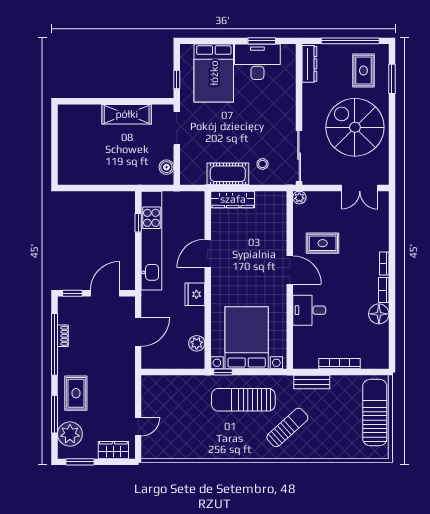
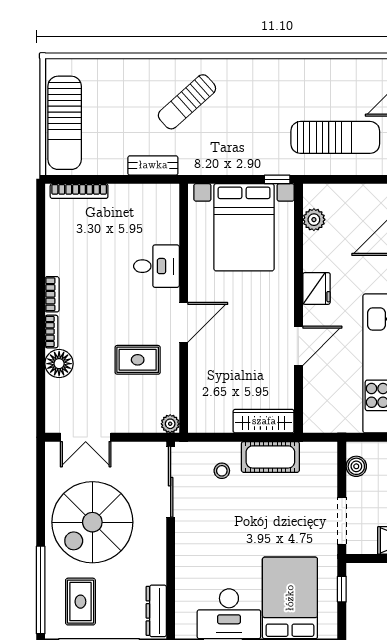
window: (392, 79) -> (41, 590), width x2.11
spiral stairs: (355, 127) -> (92, 522), turned 90
double door: (360, 188) -> (86, 437), swing flipped
door: (290, 270) -> (184, 322), swing flipped
floor lamp: (379, 314) -> (59, 364), moved
bookcase: (339, 364) -> (79, 191), moved
sun lounger: (243, 400) -> (335, 137), moved

